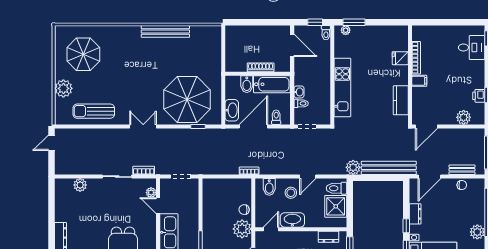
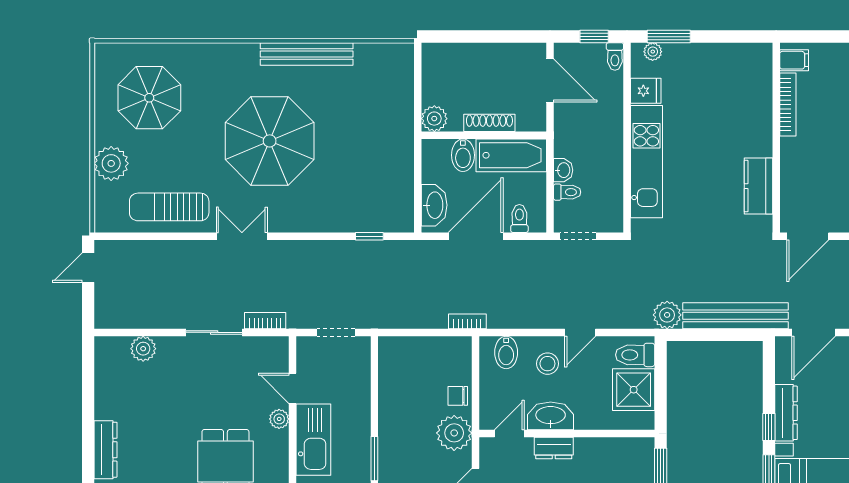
fridge: (400, 58) -> (646, 91), moved, turned 180
plant: (232, 65) -> (434, 119), added
filing cabinet: (419, 81) -> (794, 60), moved
parasol: (187, 99) -> (270, 141), moved
double door: (143, 126) -> (242, 236), moved
plant: (151, 193) -> (279, 419), moved
dresser: (415, 214) -> (786, 413), width x1.44
dresser: (329, 237) -> (554, 448), moved

